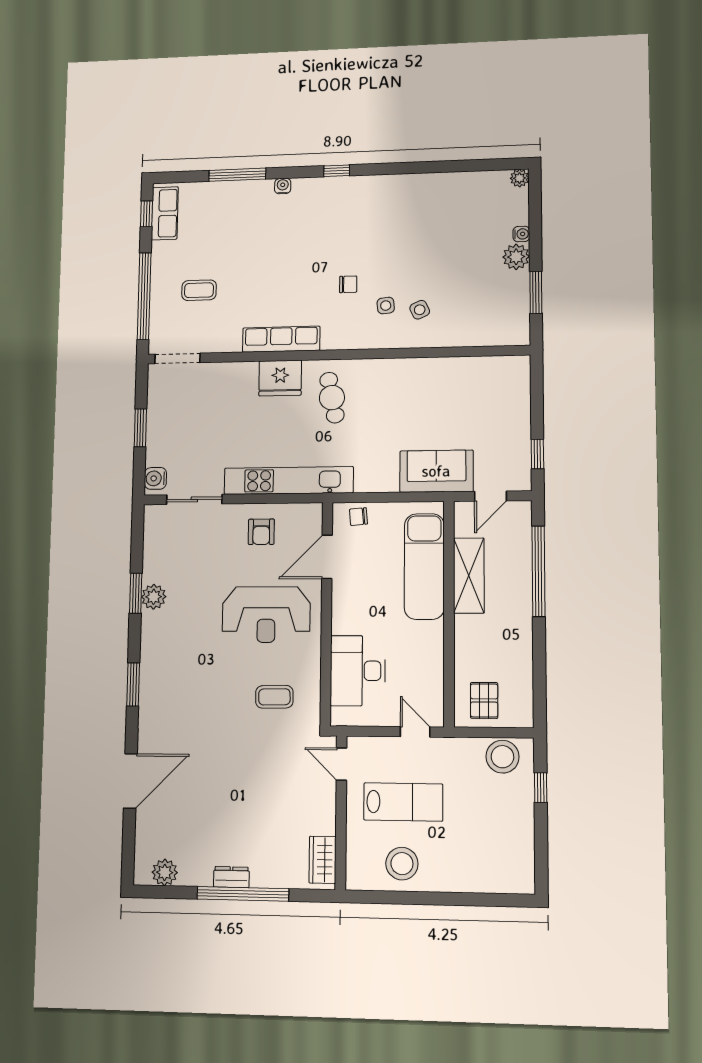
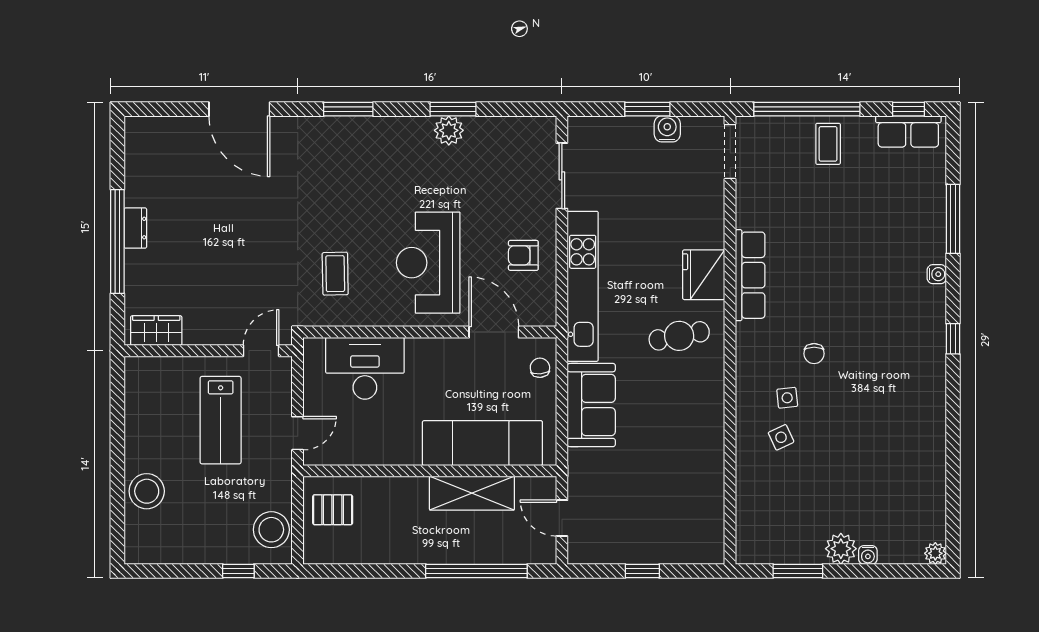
coffee table: (199, 290) -> (828, 144), moved
window: (537, 454) -> (642, 571), moved
sofa: (436, 471) -> (591, 405), moved
water cooler: (155, 478) -> (667, 129), moved
stool: (402, 864) -> (147, 491), moved
plant: (165, 872) -> (139, 152), removed

